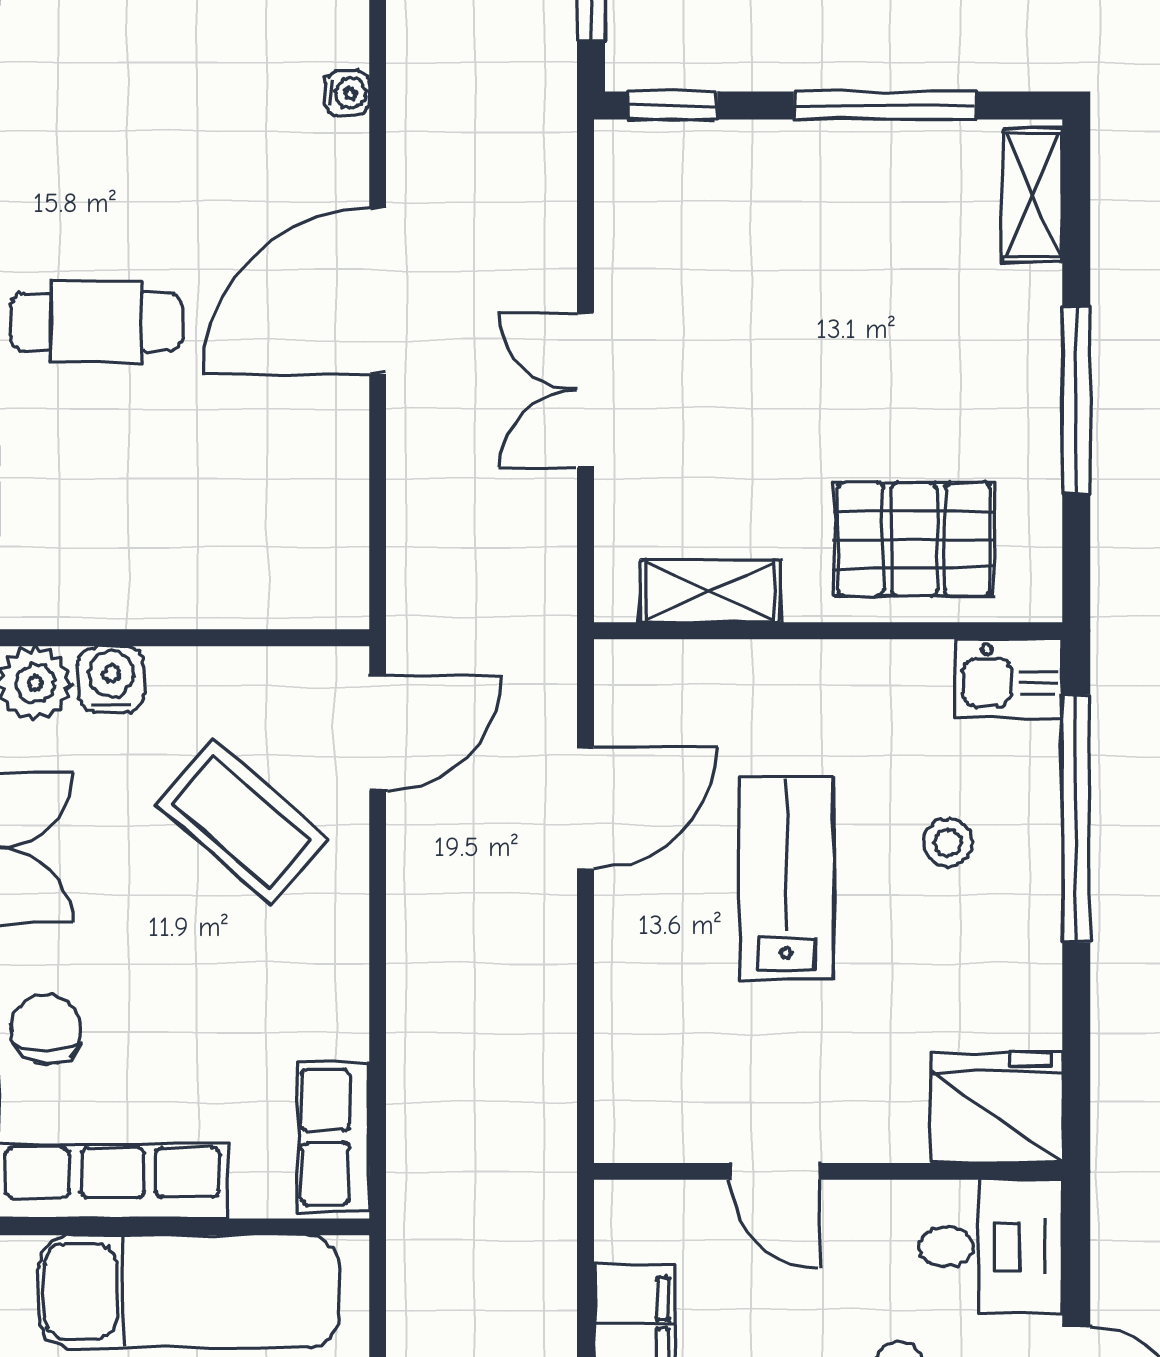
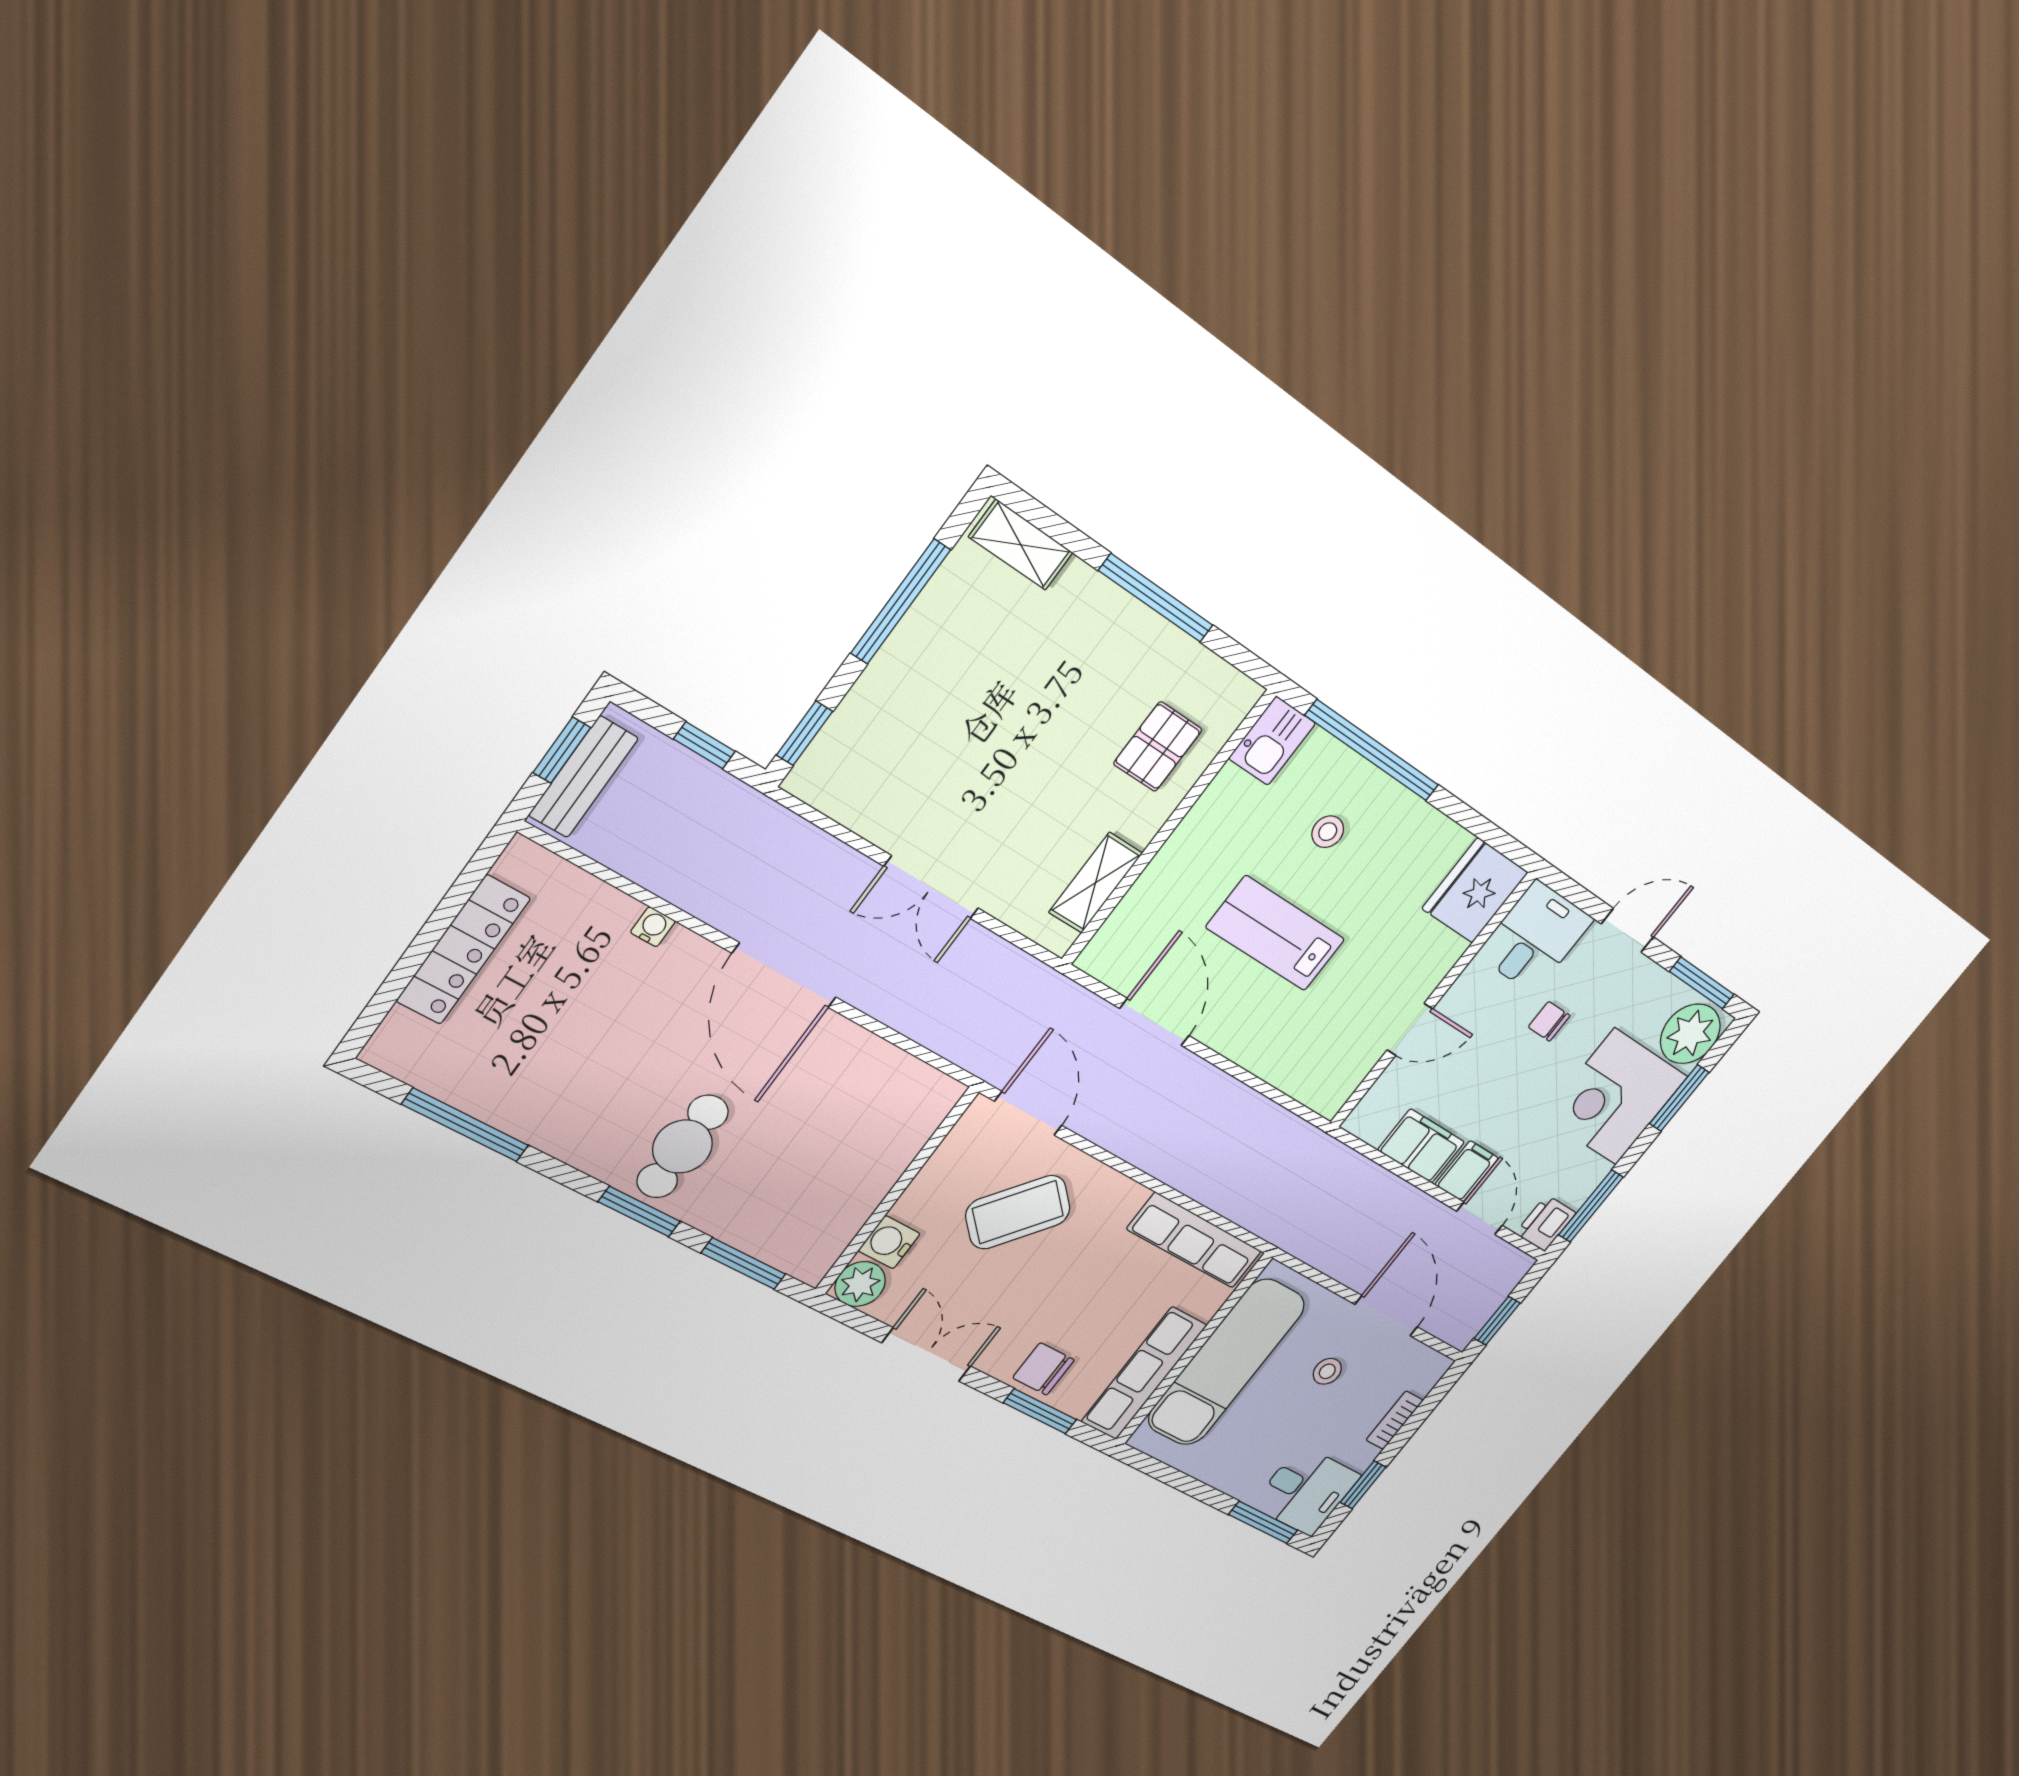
pallet: (914, 539) -> (1158, 747), width x0.67, depth x0.71
row of seats: (333, 1137) -> (1194, 1240), width x1.48

